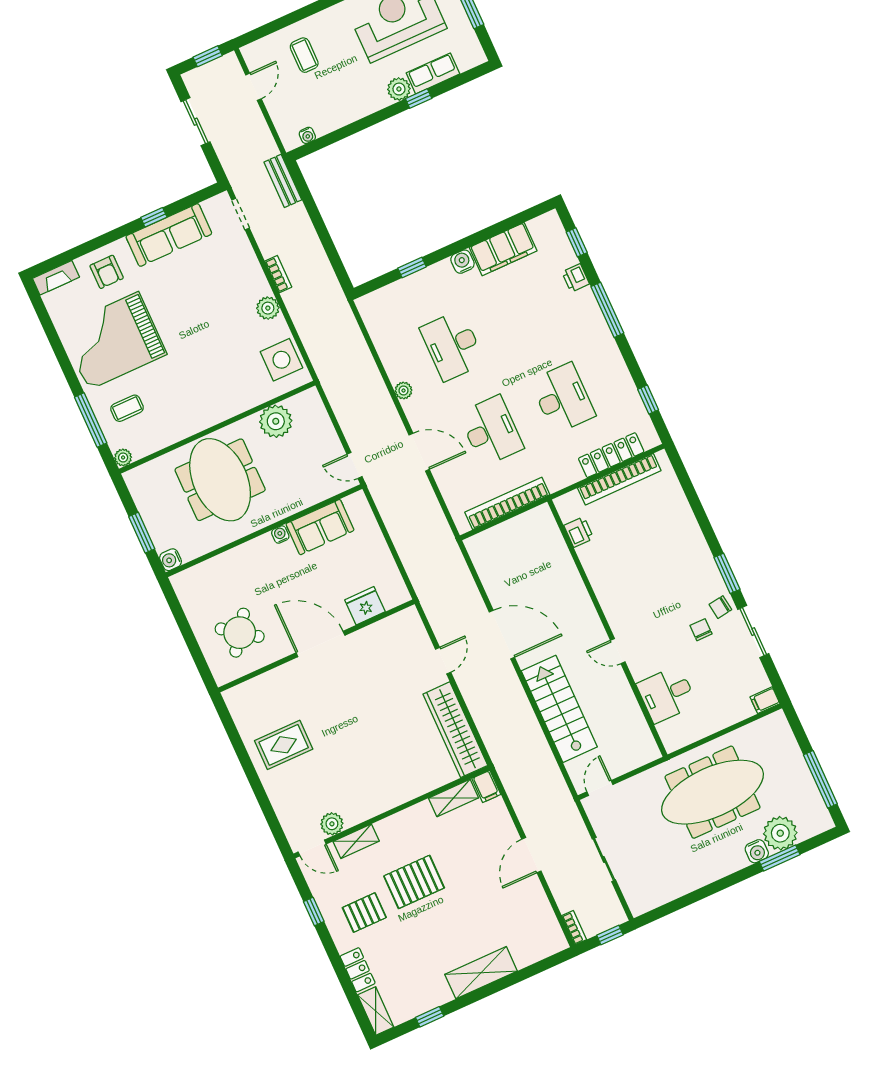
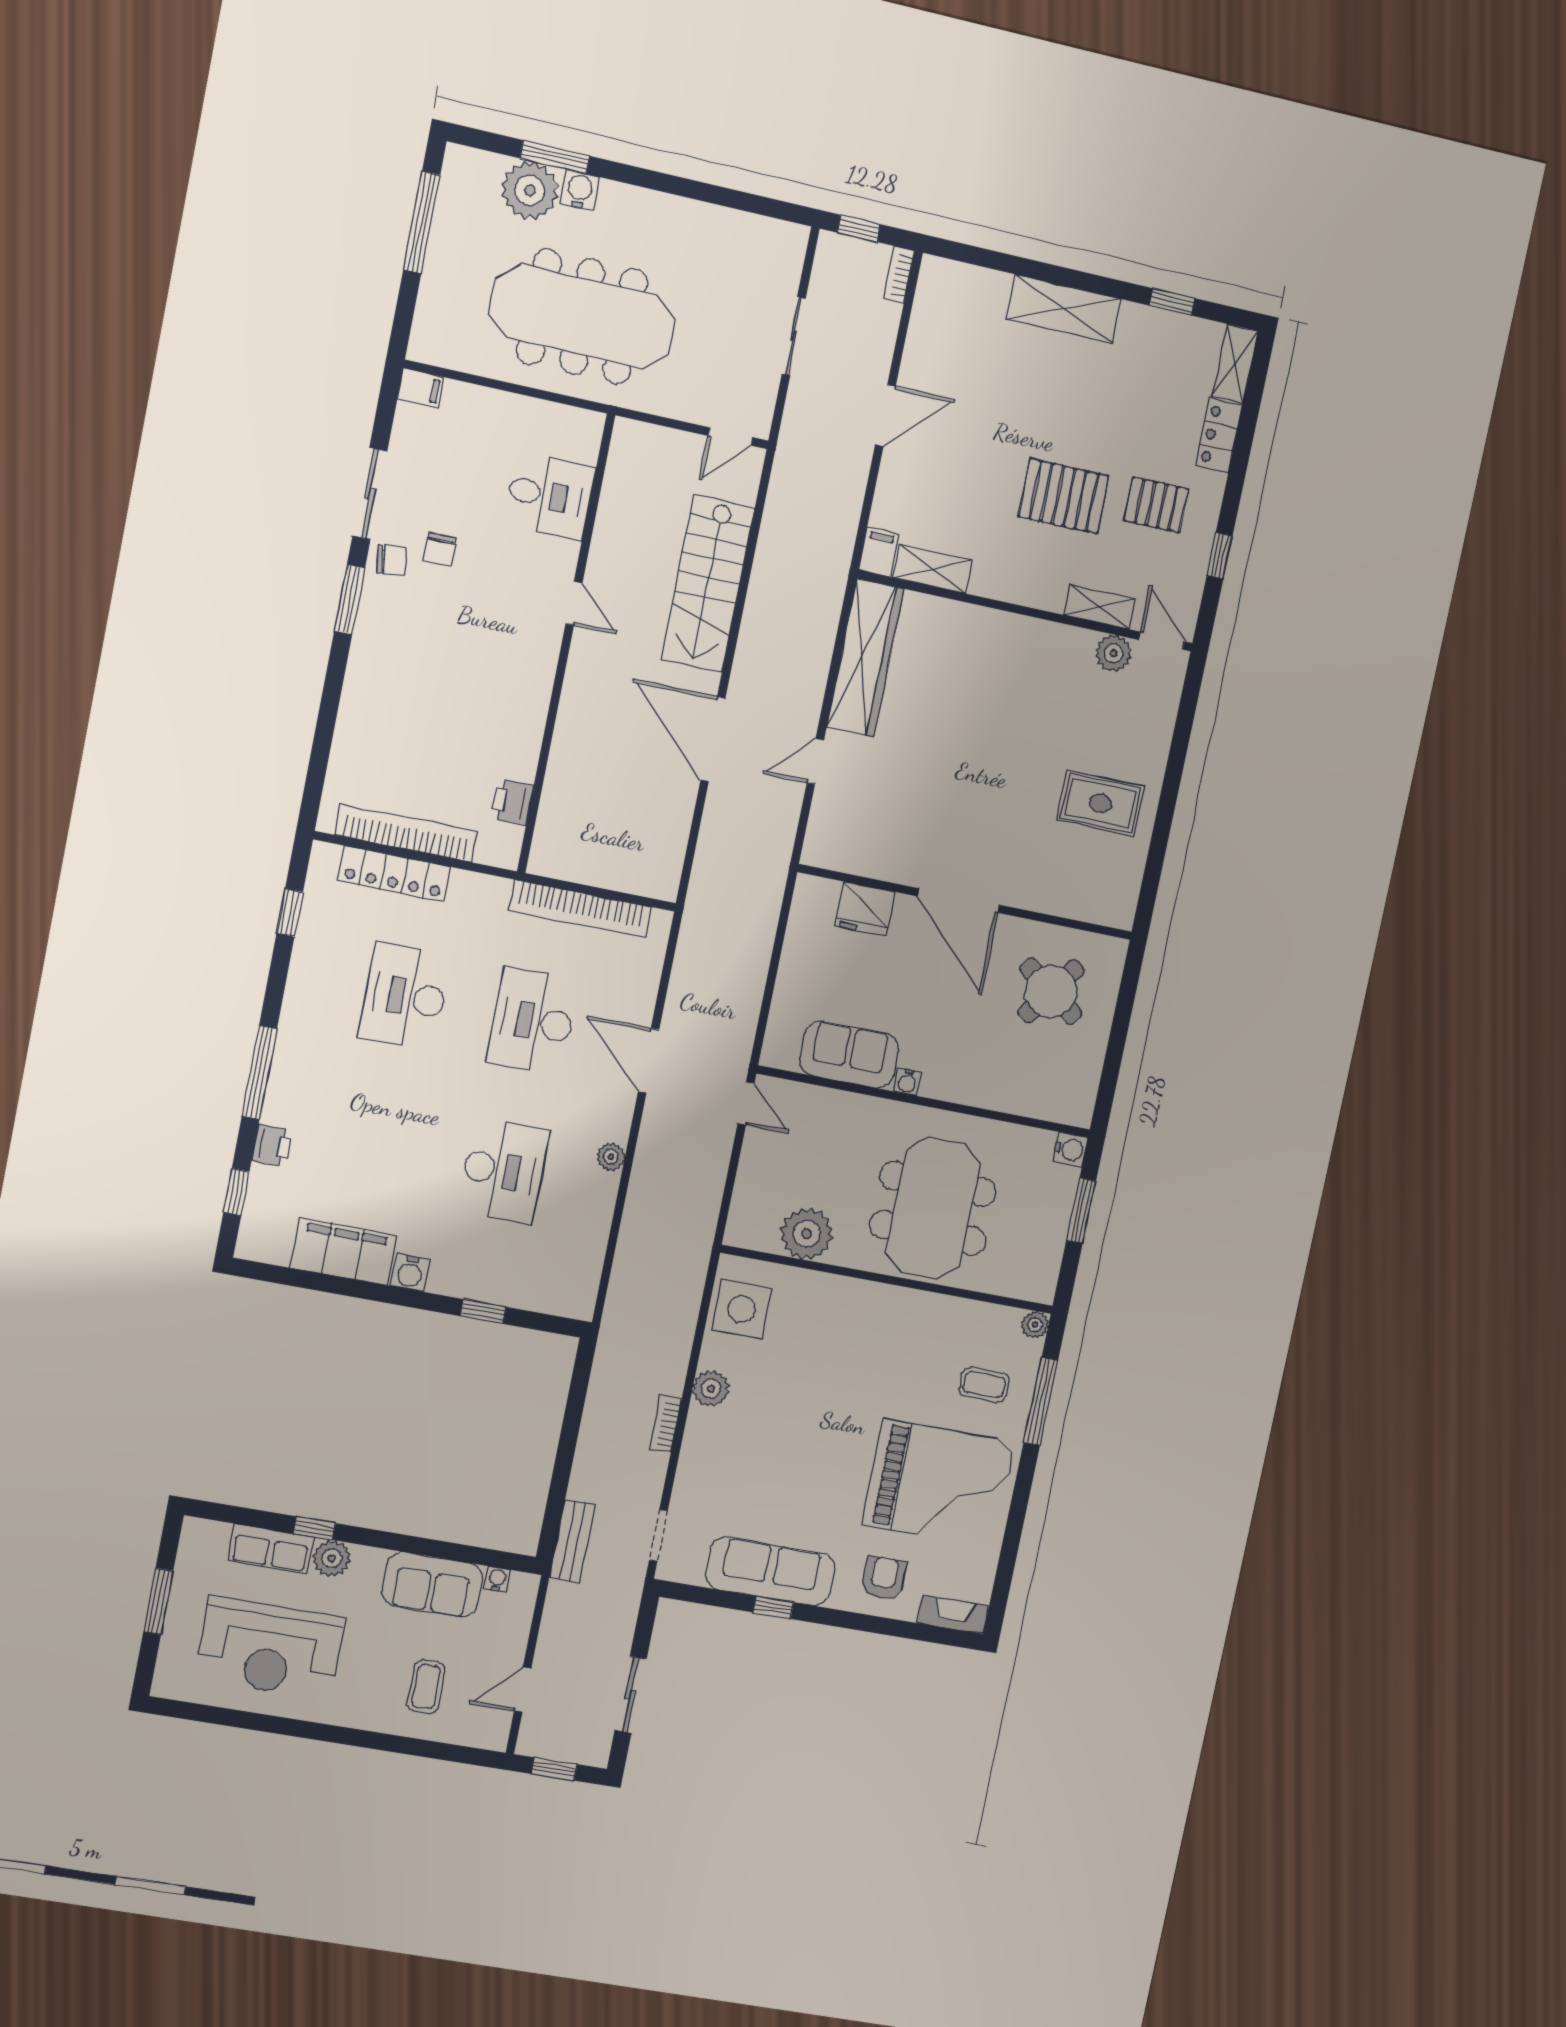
sofa: (338, 110) -> (432, 1585), added

